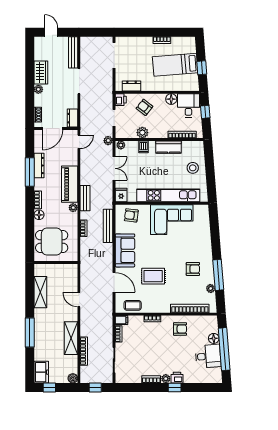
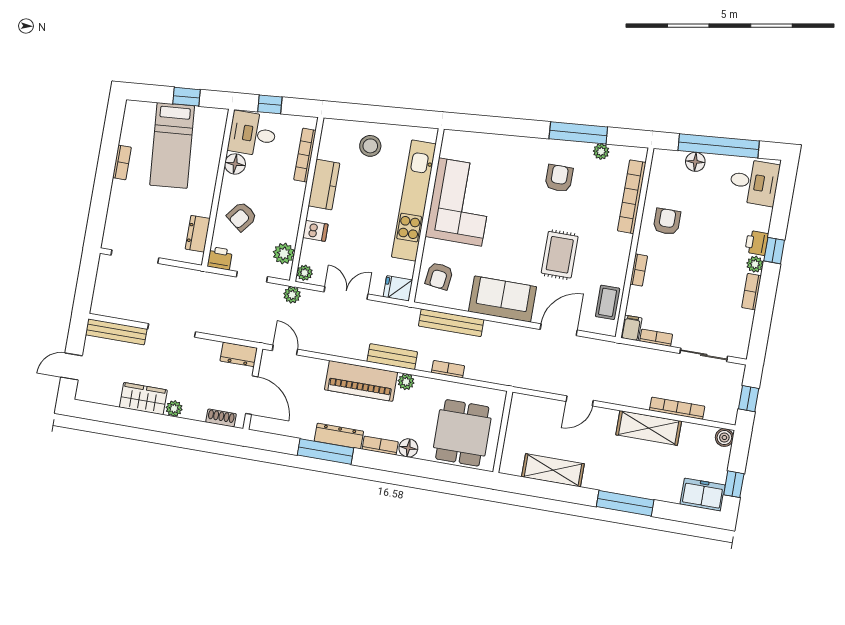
plant: (142, 133) -> (284, 254), moved
dresser: (39, 165) -> (339, 436), moved
desk: (208, 356) -> (754, 182), moved, turned 95

